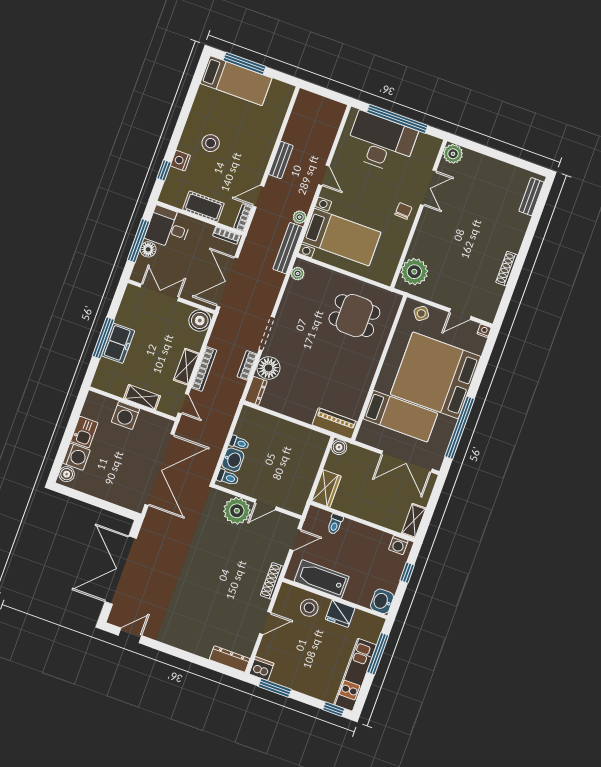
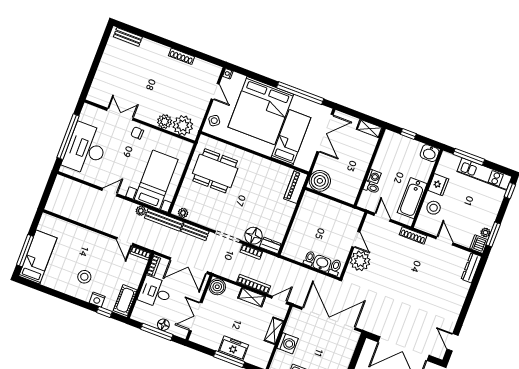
plant: (453, 154) -> (165, 122), moved
bench: (281, 160) -> (195, 231), moved
cot: (203, 206) -> (125, 300), moved
desk: (168, 228) -> (155, 292), moved, turned 90
dining table: (354, 316) -> (215, 171), width x1.37
boiler: (339, 447) -> (320, 181), width x1.86, depth x1.86
wardrobe: (326, 488) -> (344, 194), removed
washing machine: (398, 545) -> (374, 176), moved
plant: (277, 677) -> (485, 232), added

